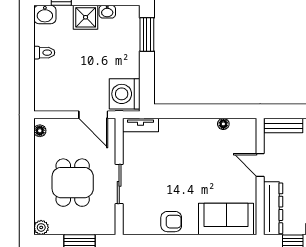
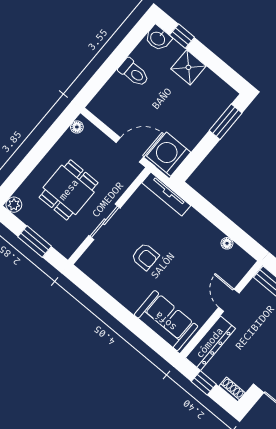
washbasin: (107, 12) -> (209, 77), removed
toilet: (44, 53) -> (134, 73), width x1.37, depth x1.39
door: (93, 115) -> (130, 150), swing flipped
tv unit: (140, 125) -> (166, 194), width x1.41
armchair: (171, 222) -> (145, 257), moved

